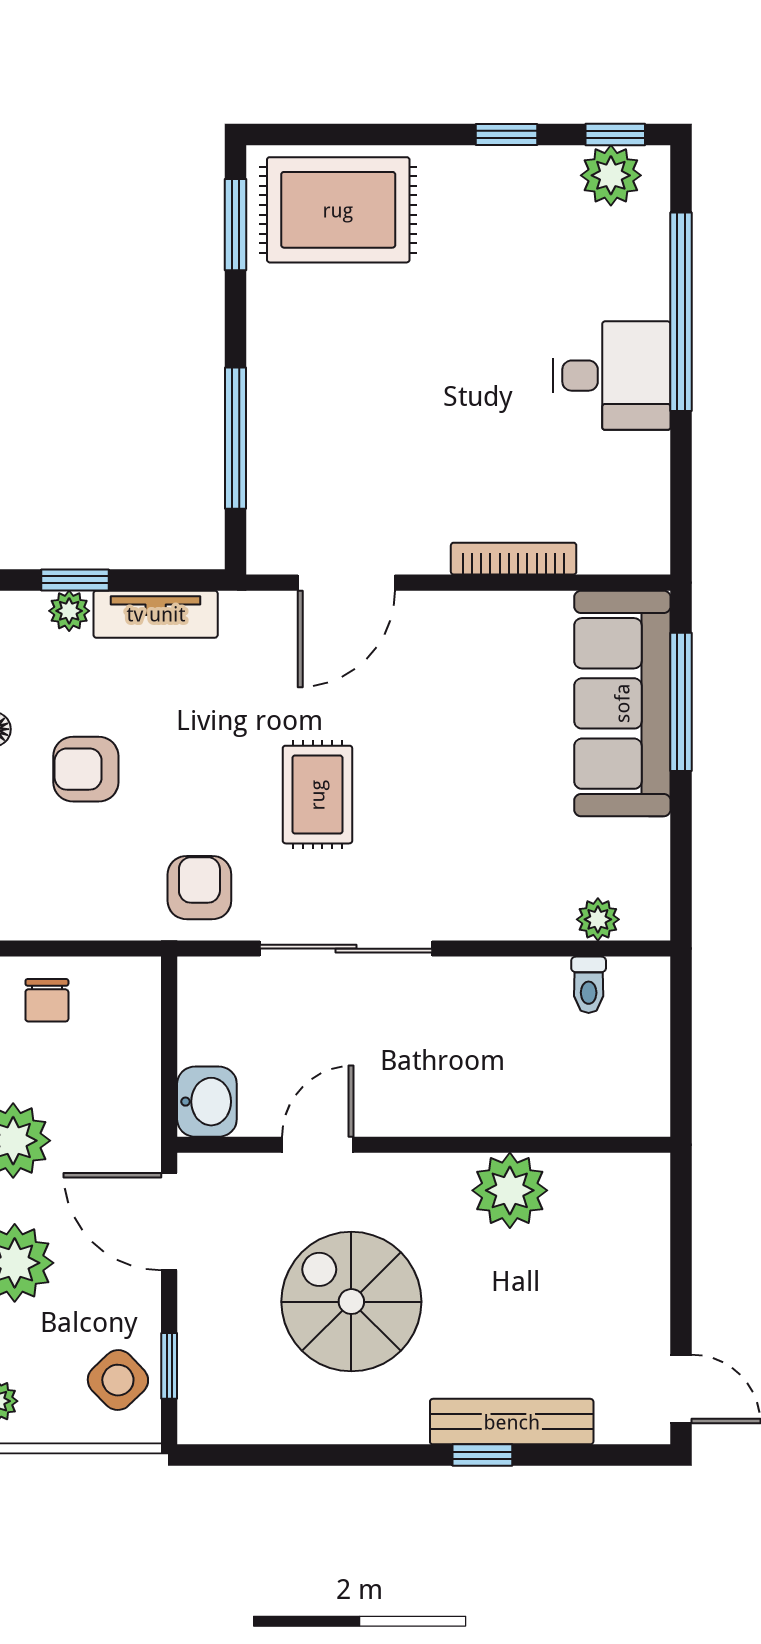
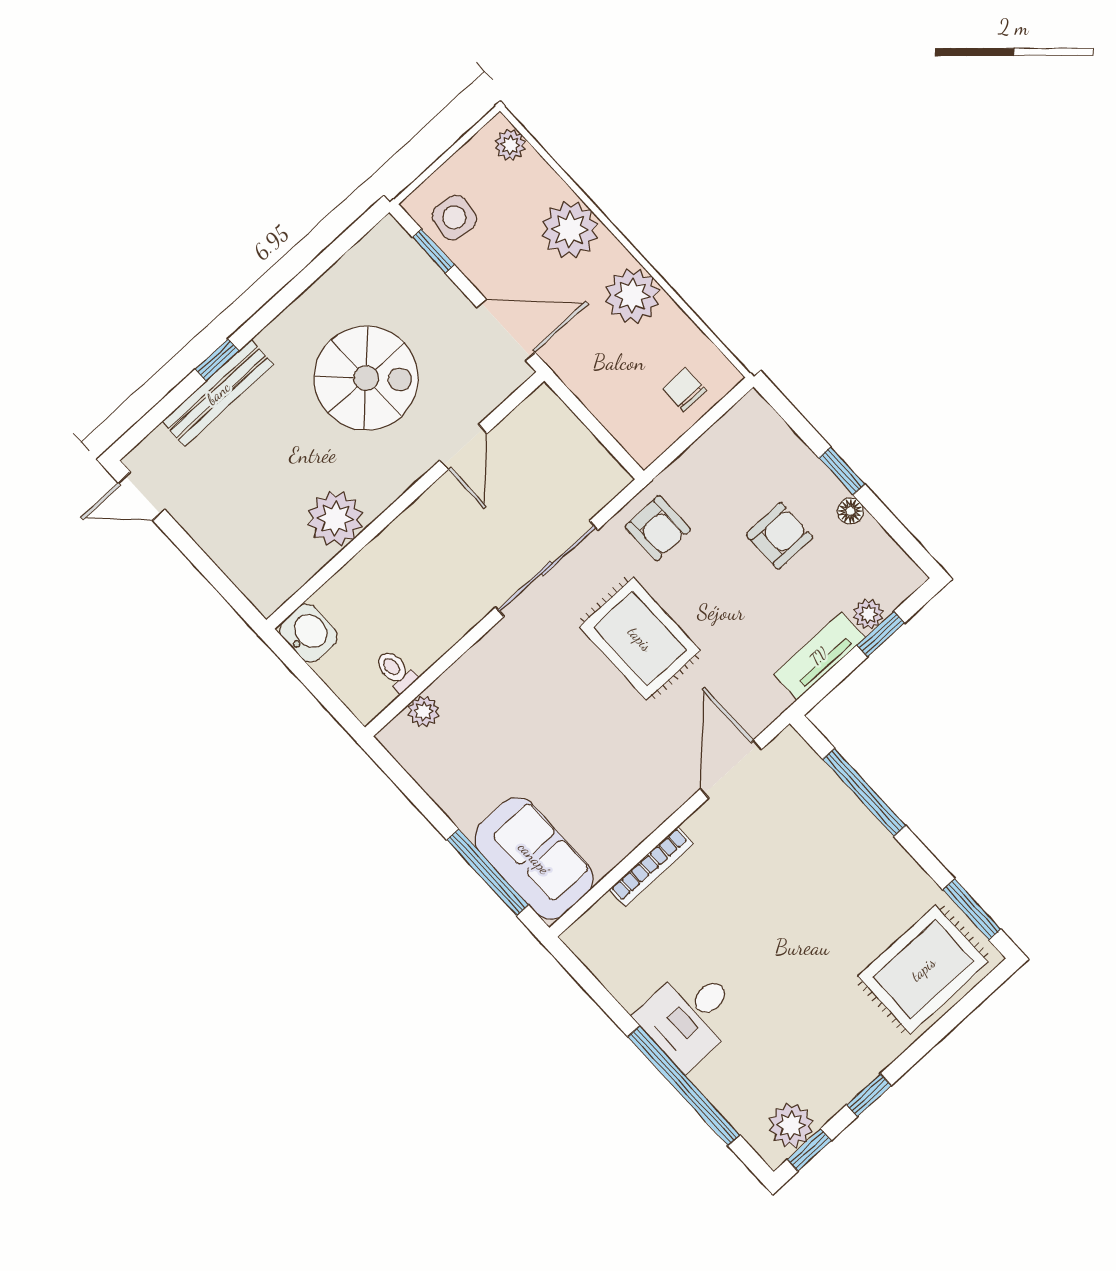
sofa: (622, 703) -> (534, 858), width x0.73
rug: (317, 795) -> (640, 639), width x1.36, depth x1.43
washbasin: (207, 1102) -> (308, 633), moved, turned 180
side table: (118, 1380) -> (454, 217), turned -38

